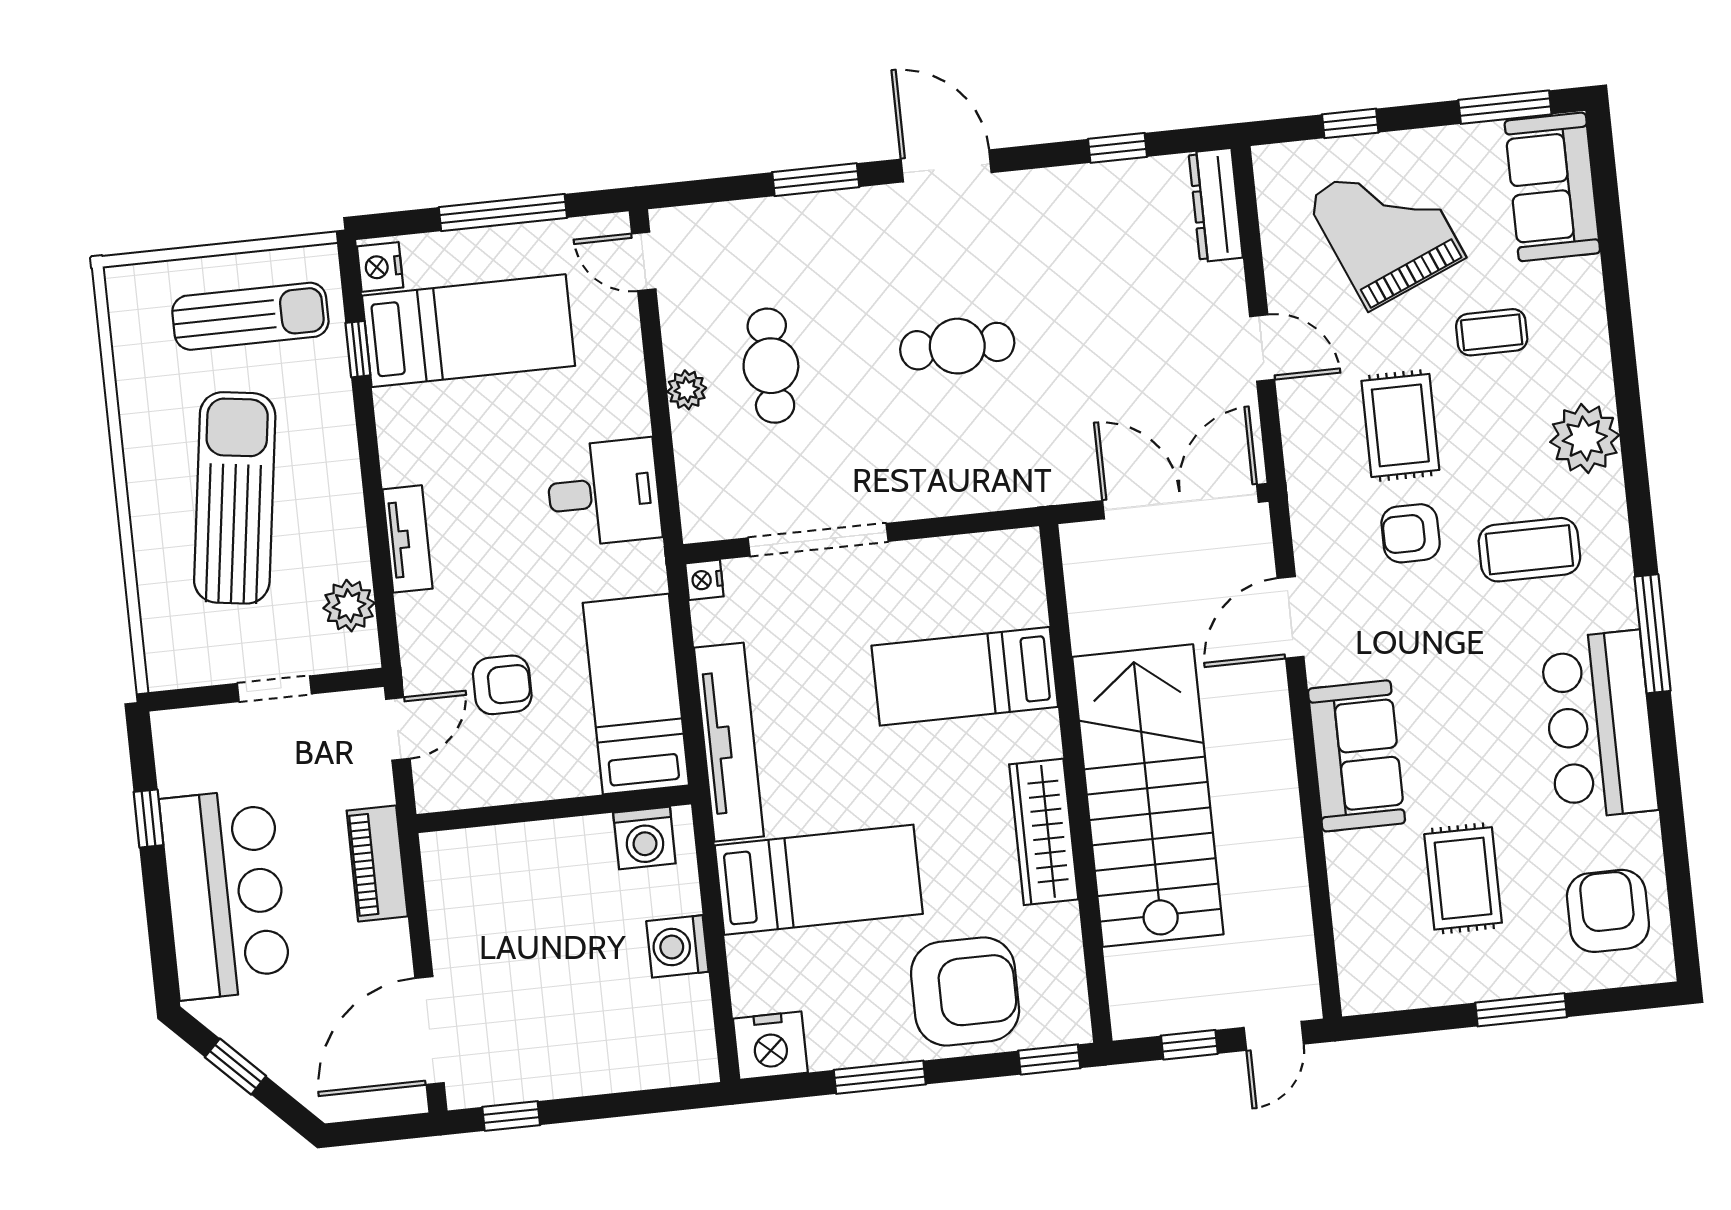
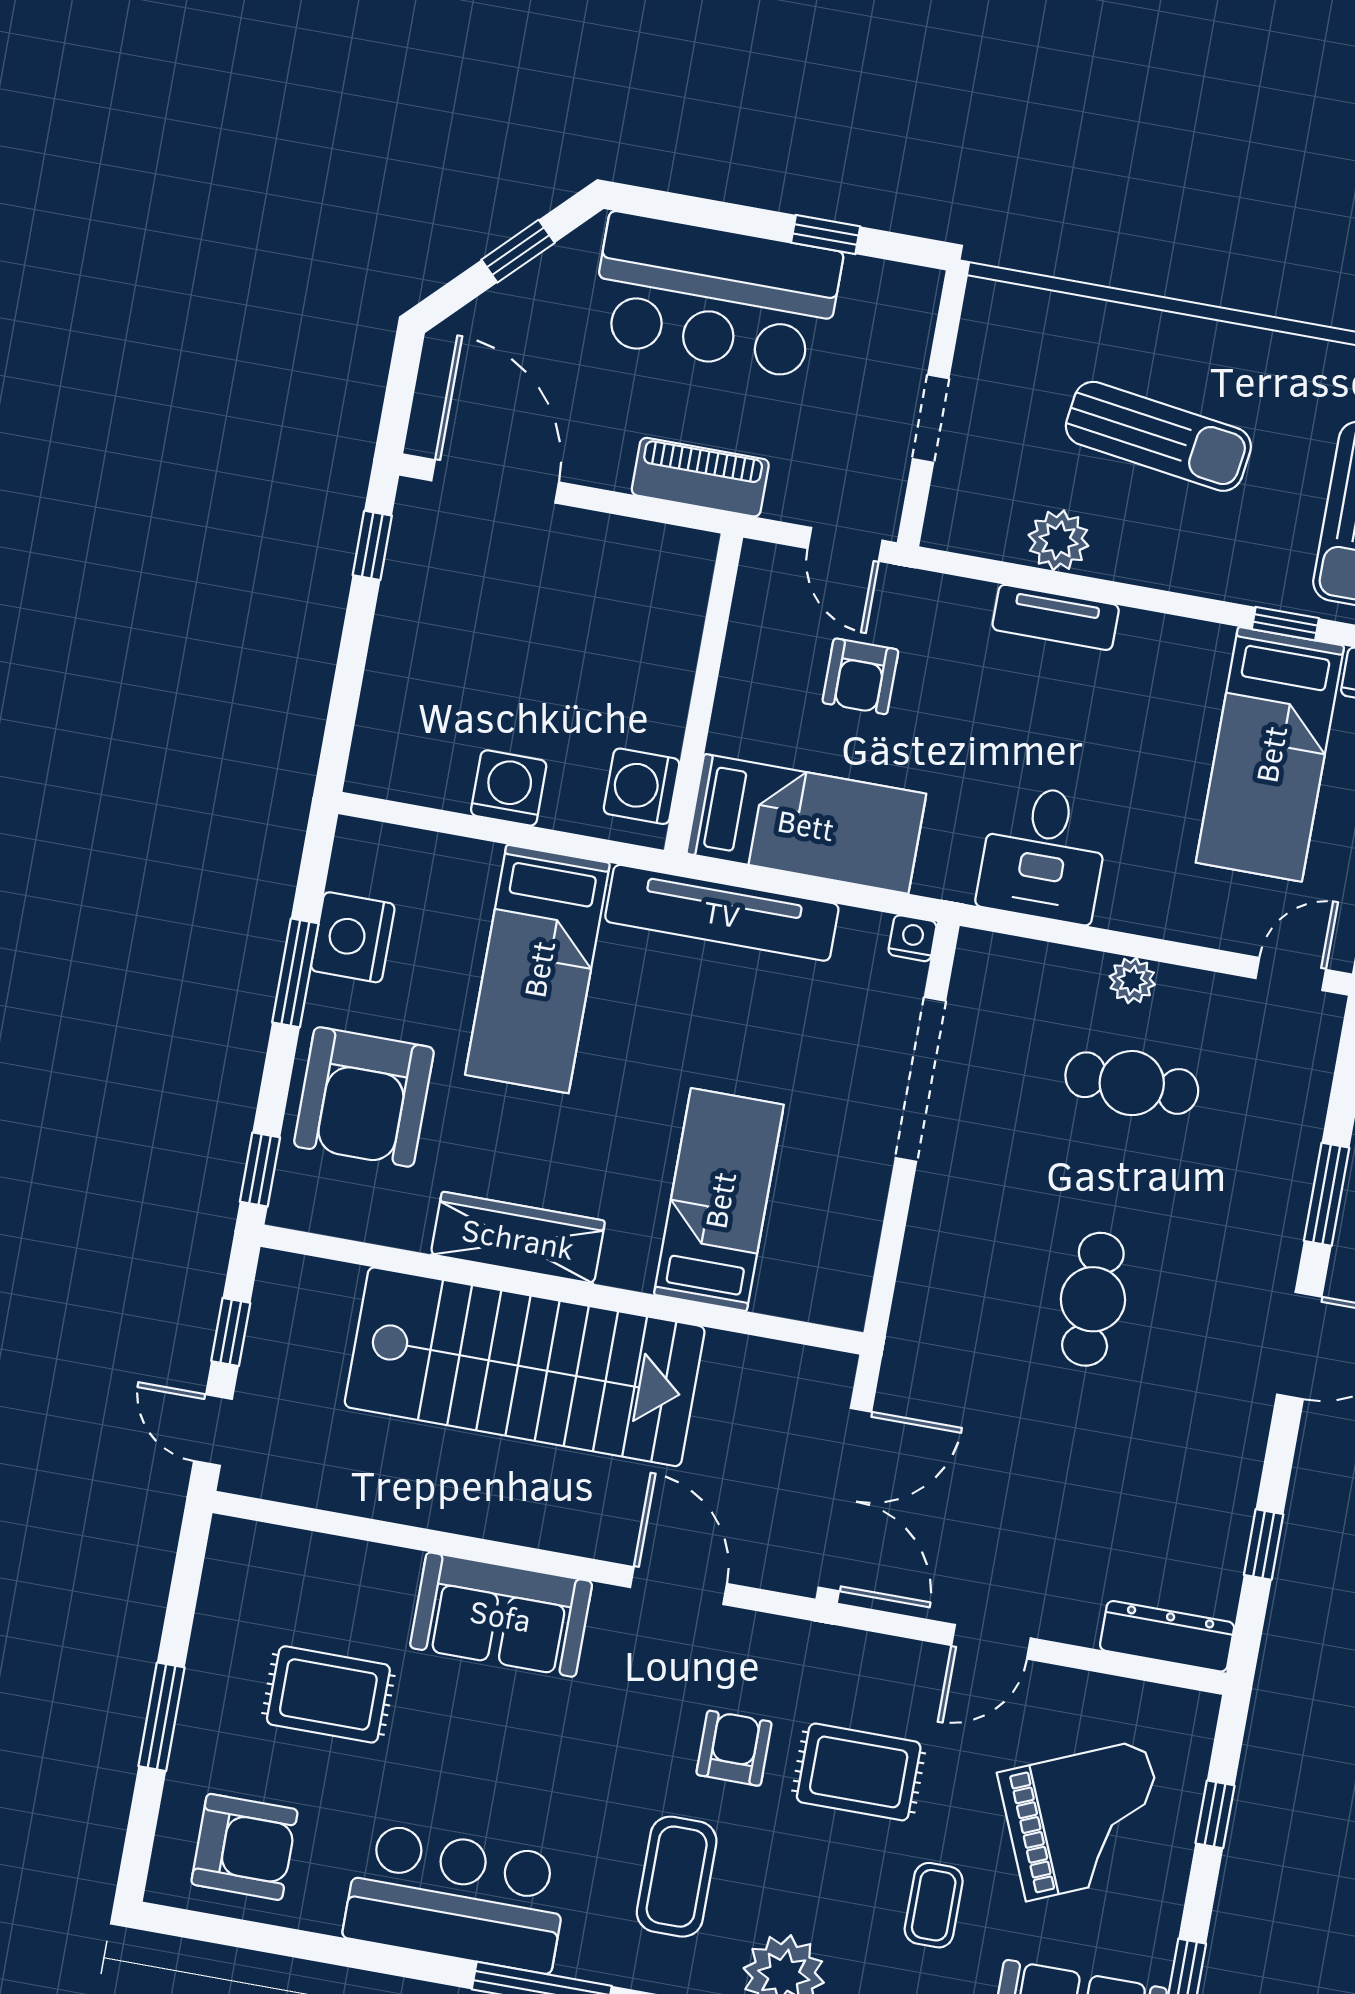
sun lounger: (235, 498) -> (1158, 436), width x0.73, depth x0.75
plant: (349, 606) -> (1058, 540), moved
nightstand: (770, 1046) -> (353, 937), moved

